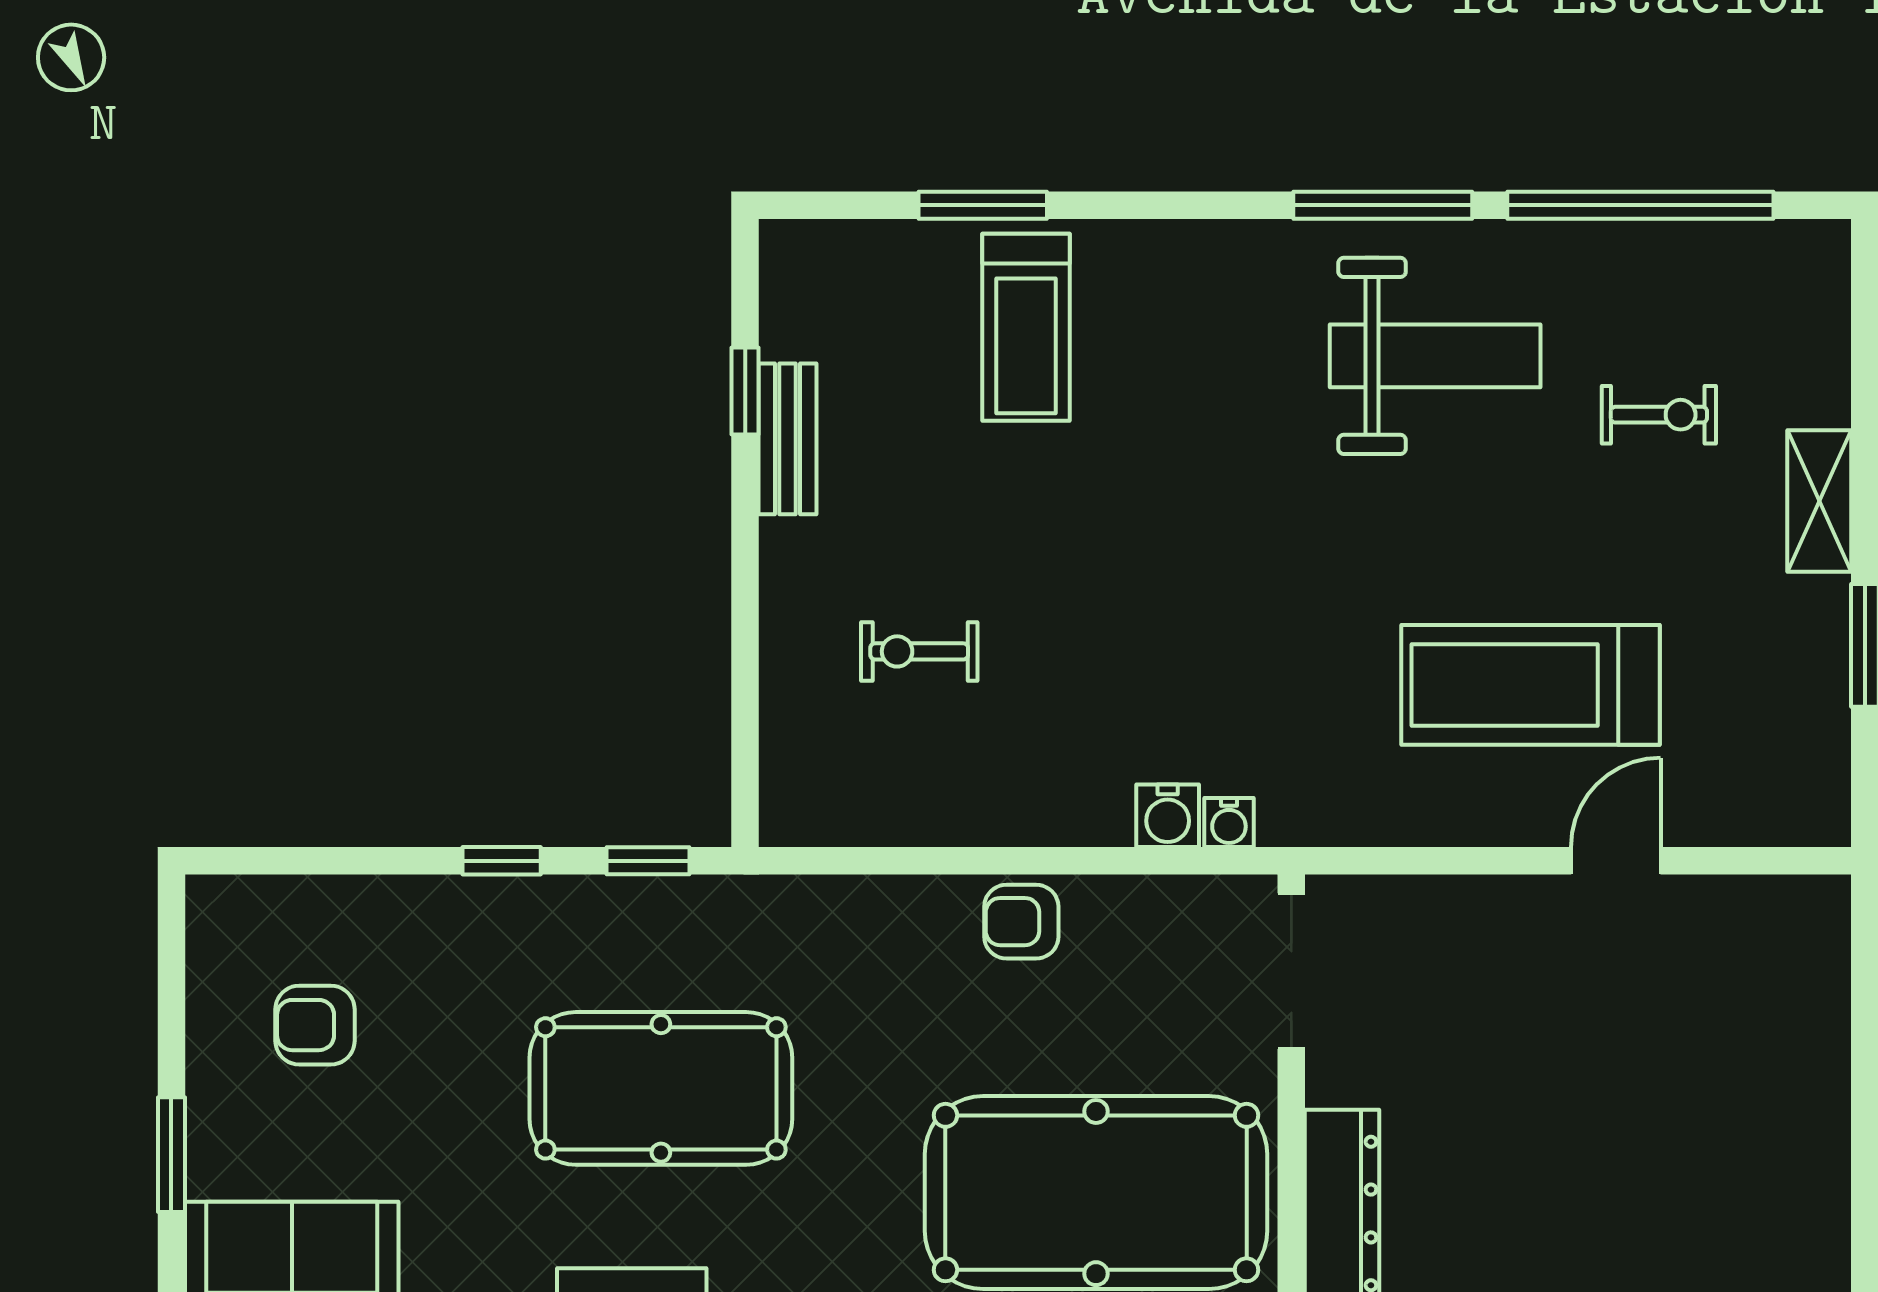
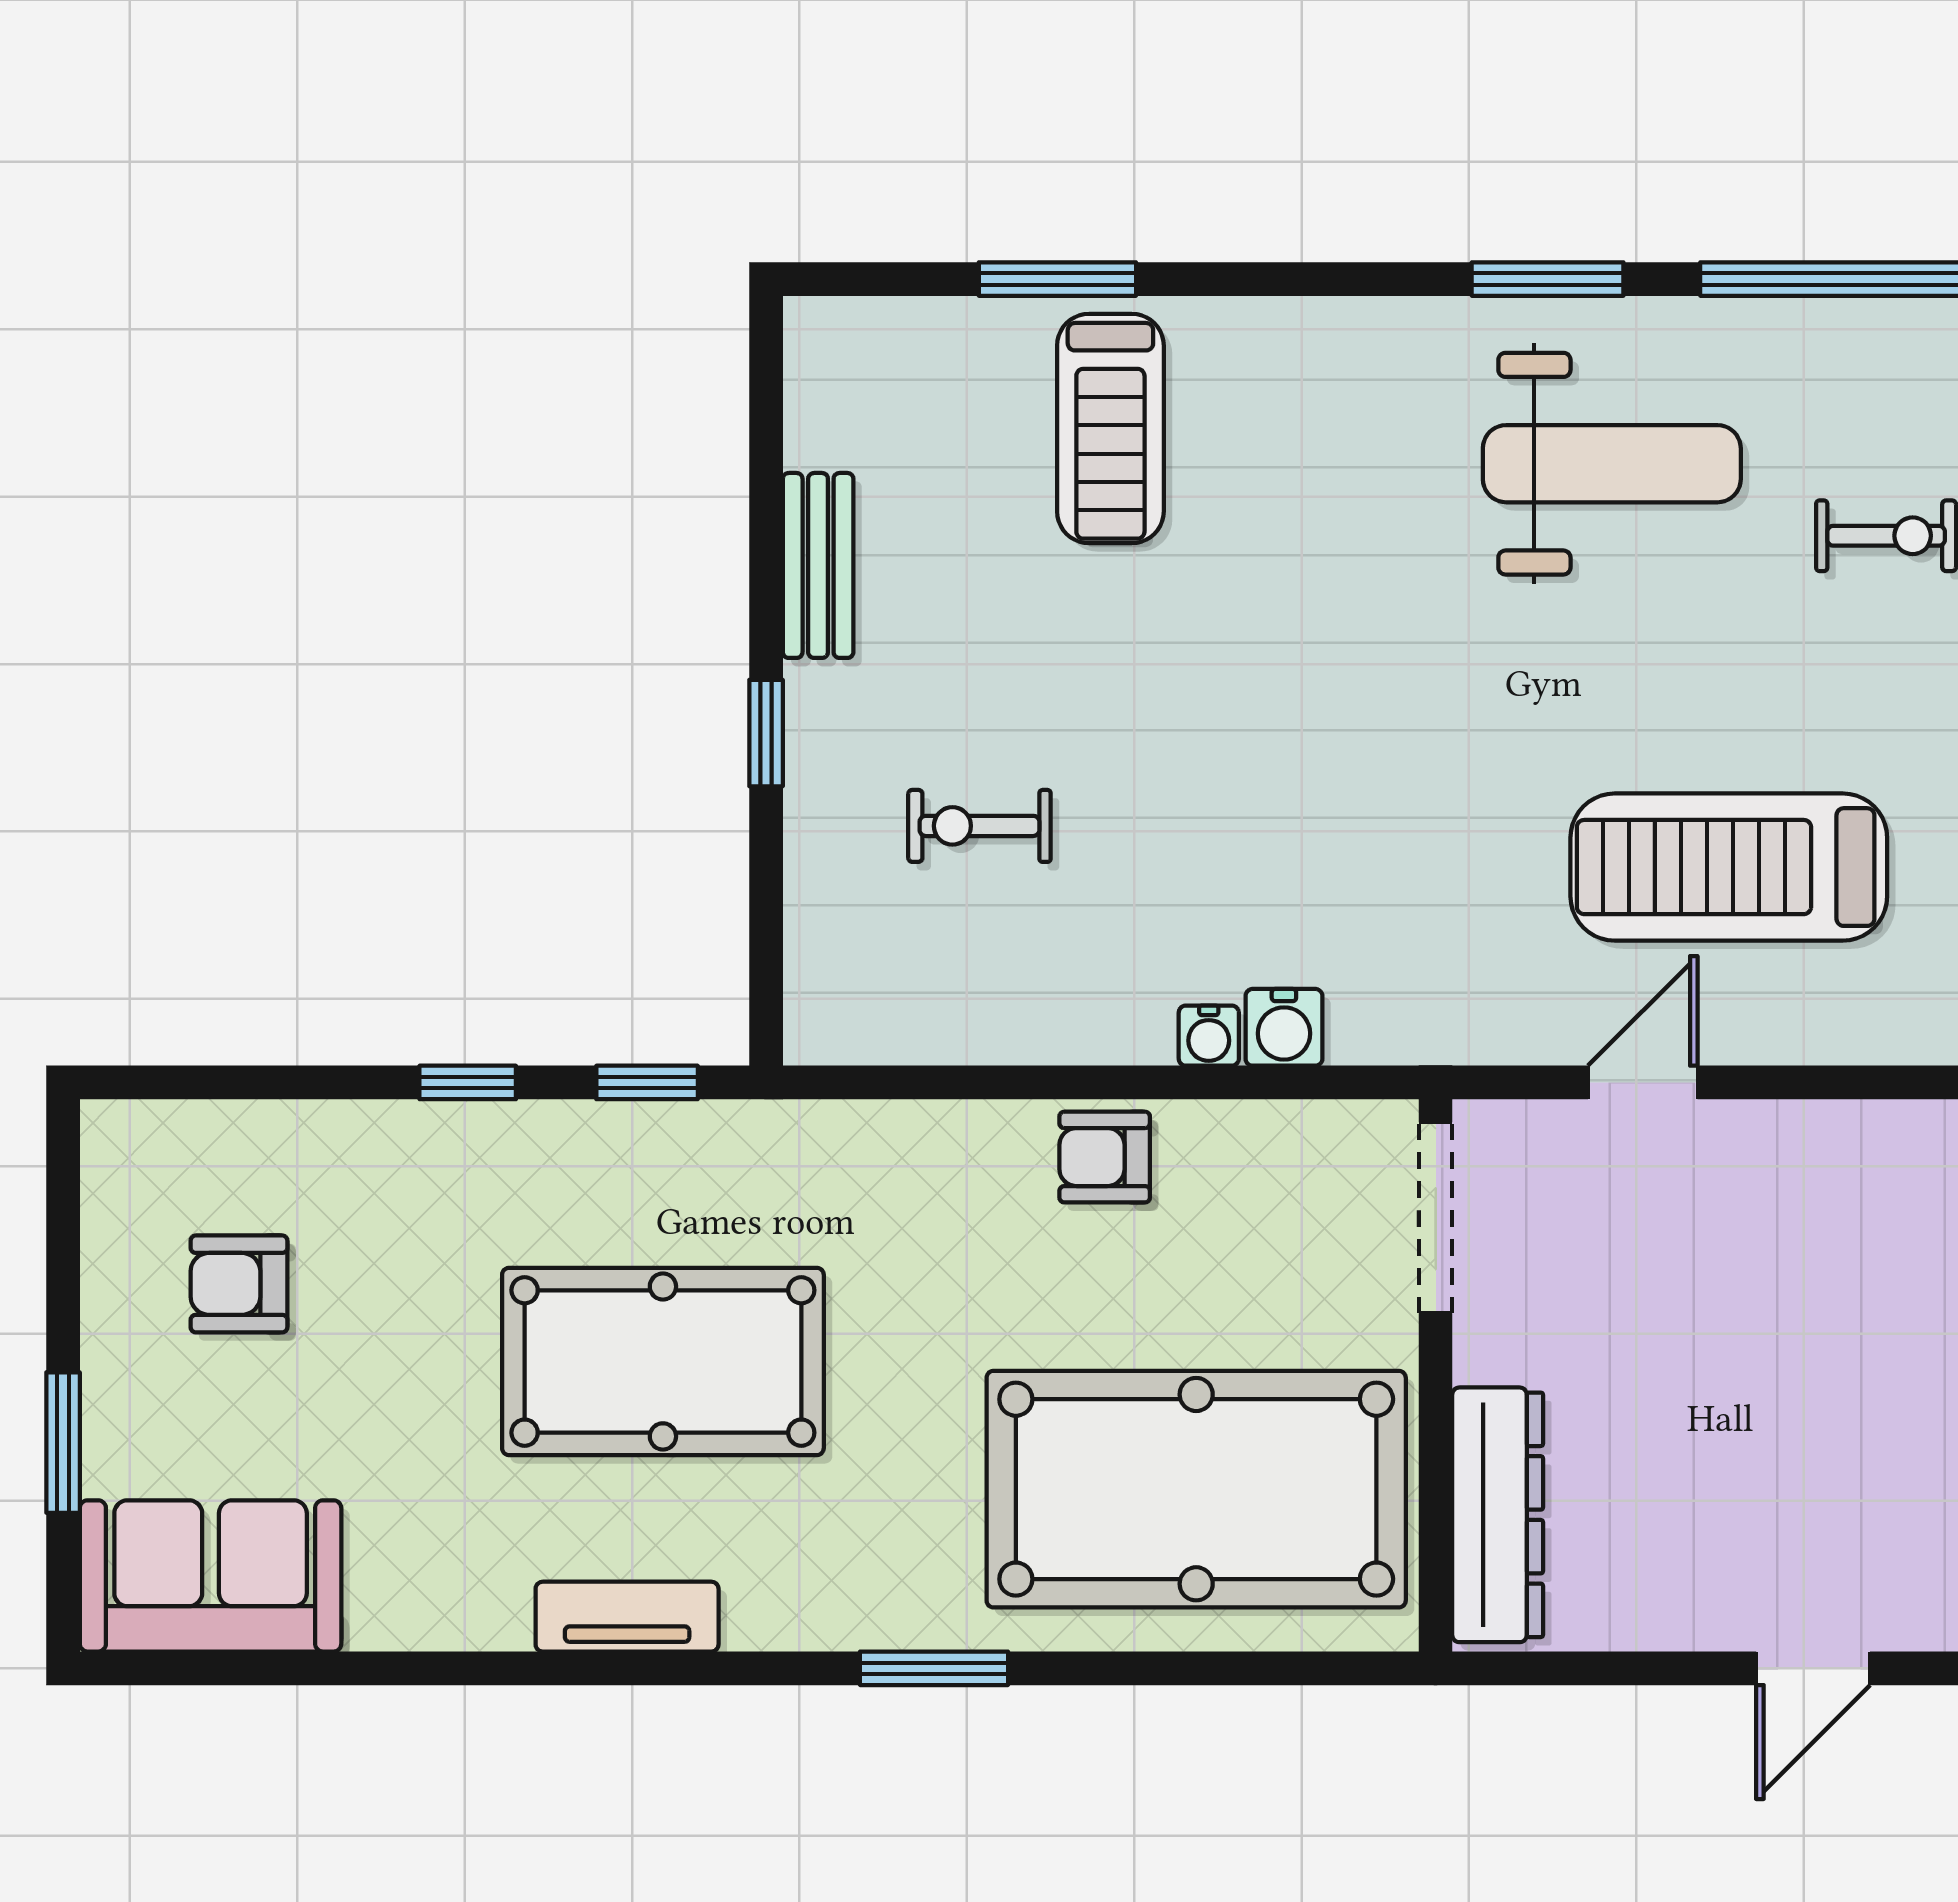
window: (1383, 205) -> (1548, 279), width x0.69
window: (745, 391) -> (766, 733), moved
water cooler: (1229, 823) -> (1209, 1036), moved
door: (1616, 861) -> (1643, 1082), moved

